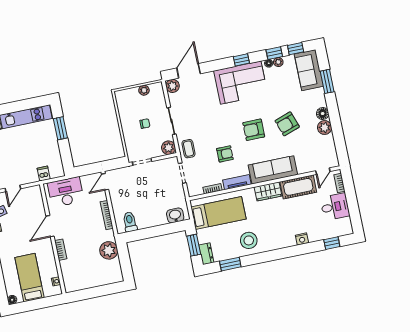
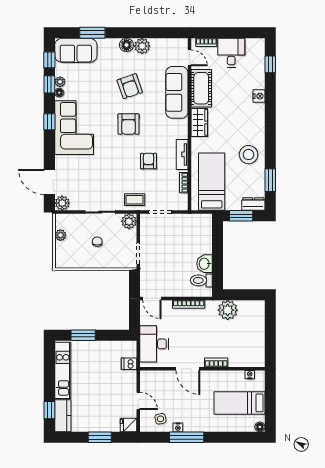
sofa: (273, 170) -> (177, 92), moved
washbasin: (175, 215) -> (205, 264), moved

